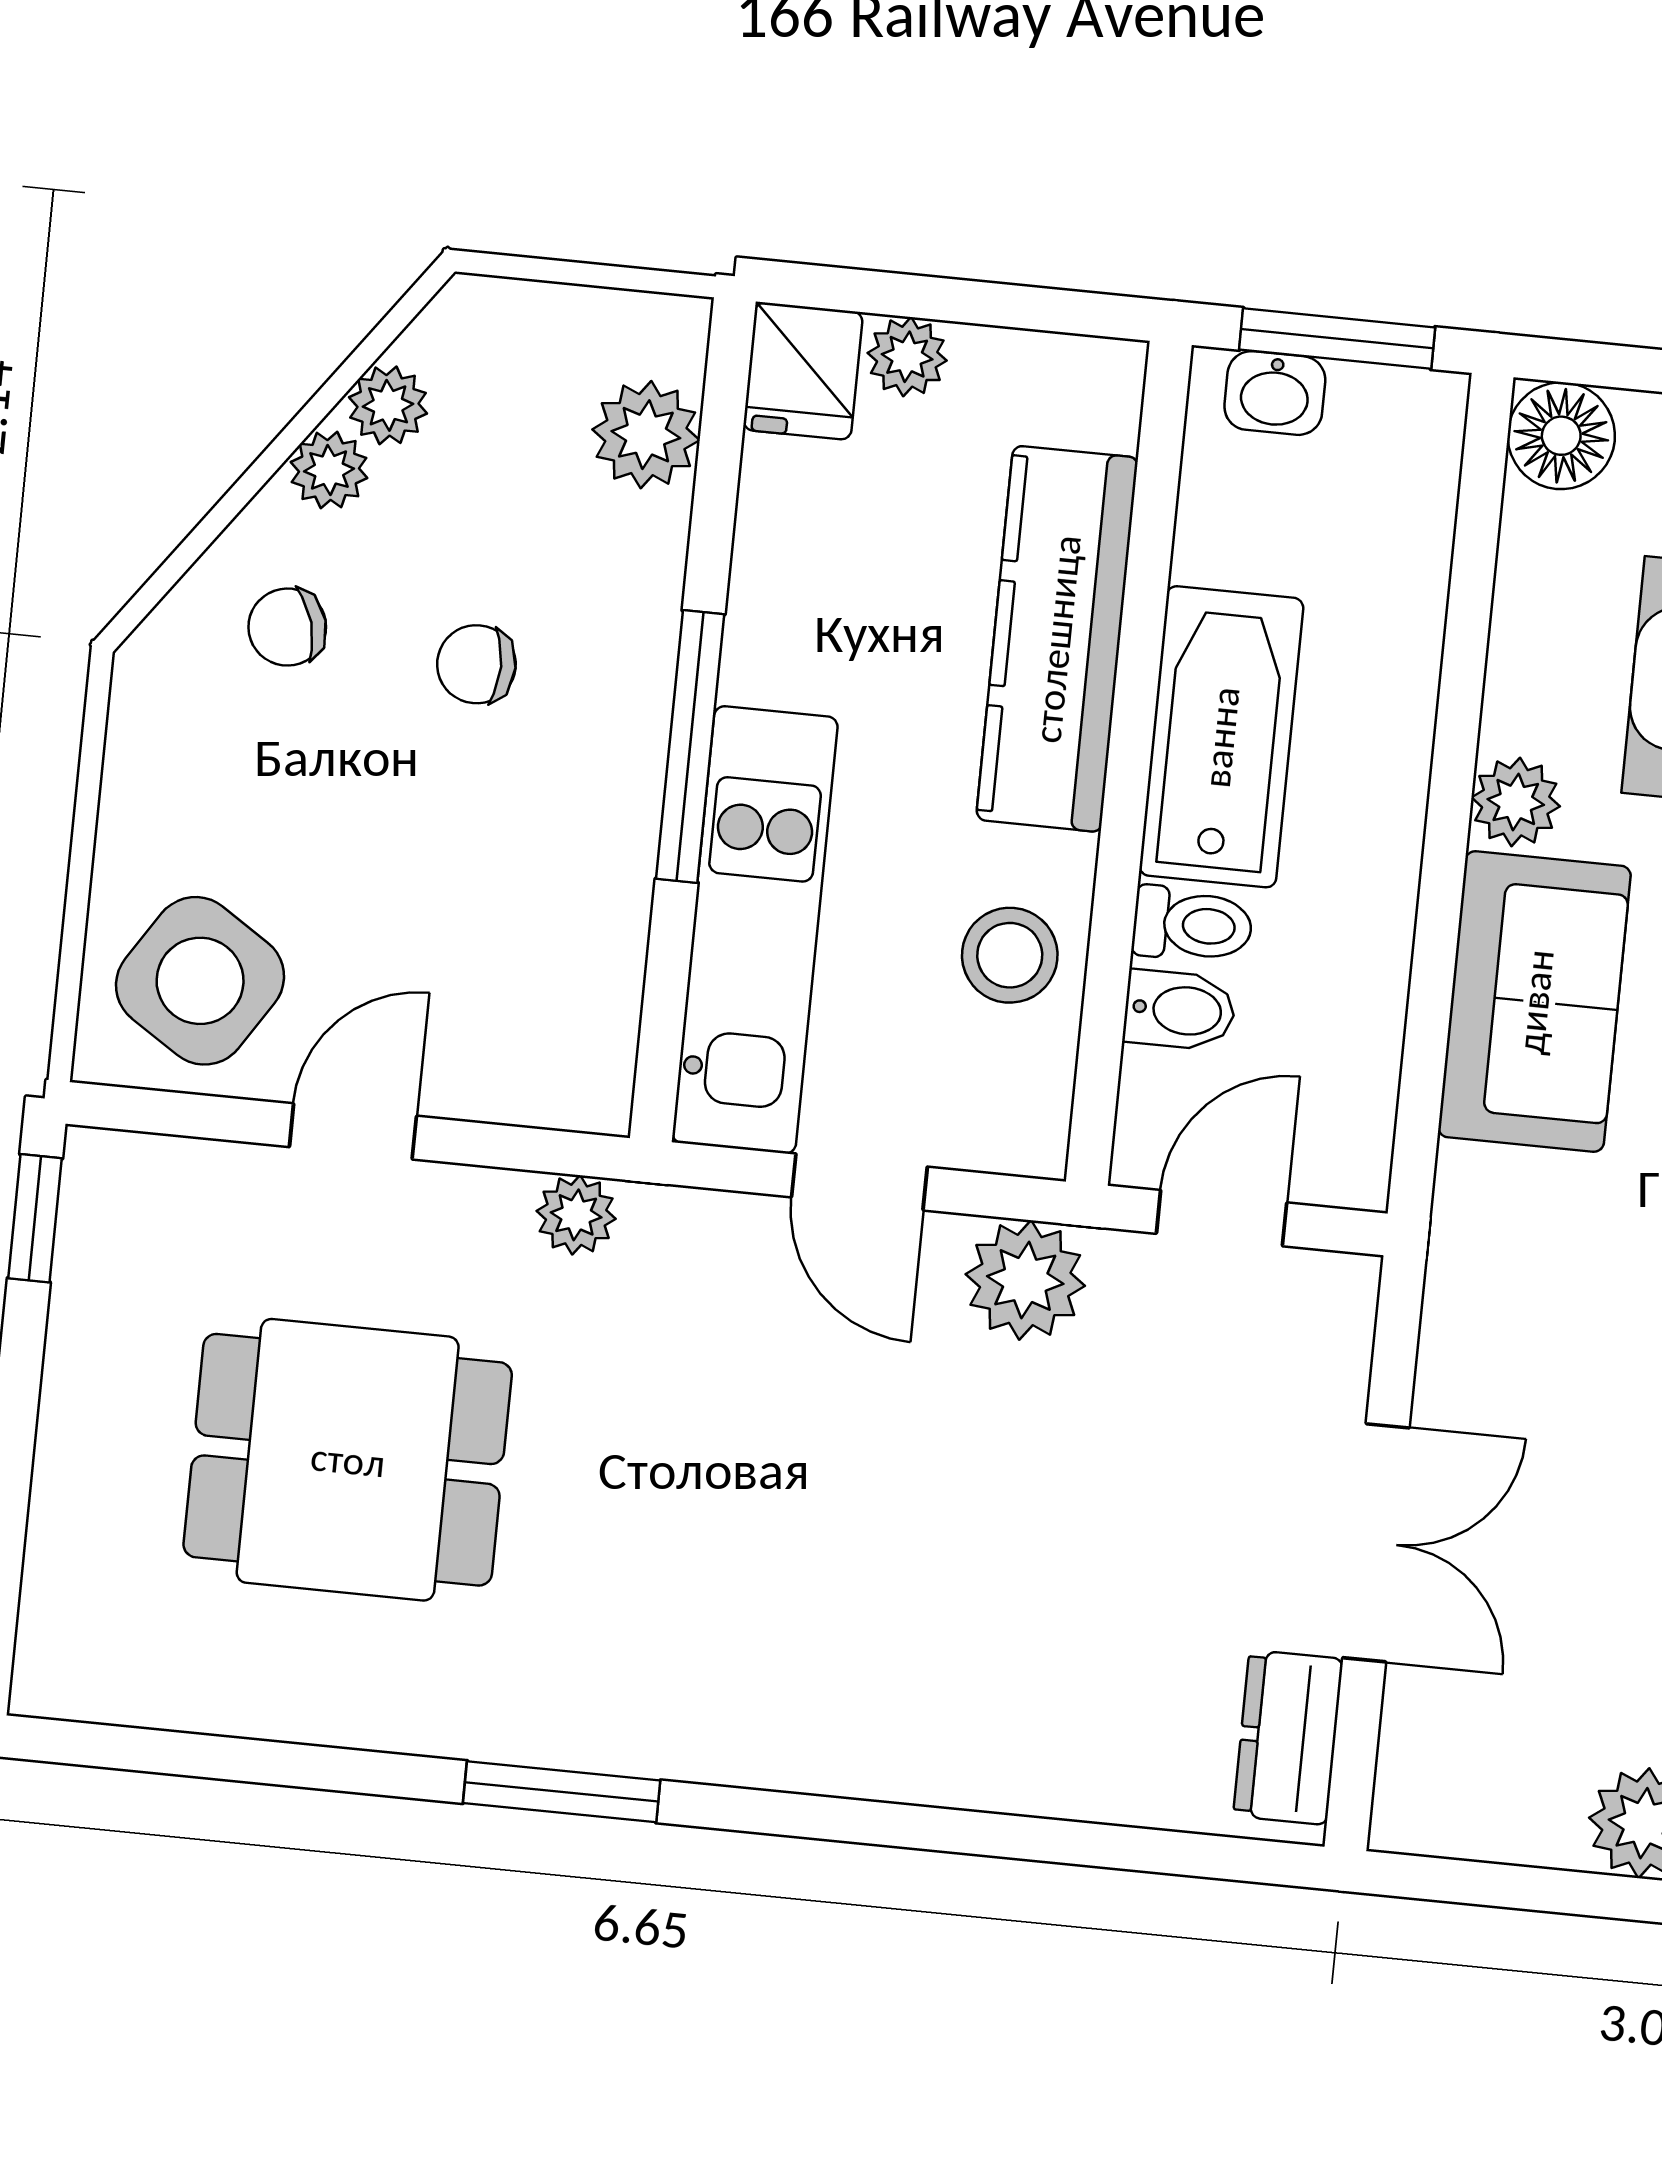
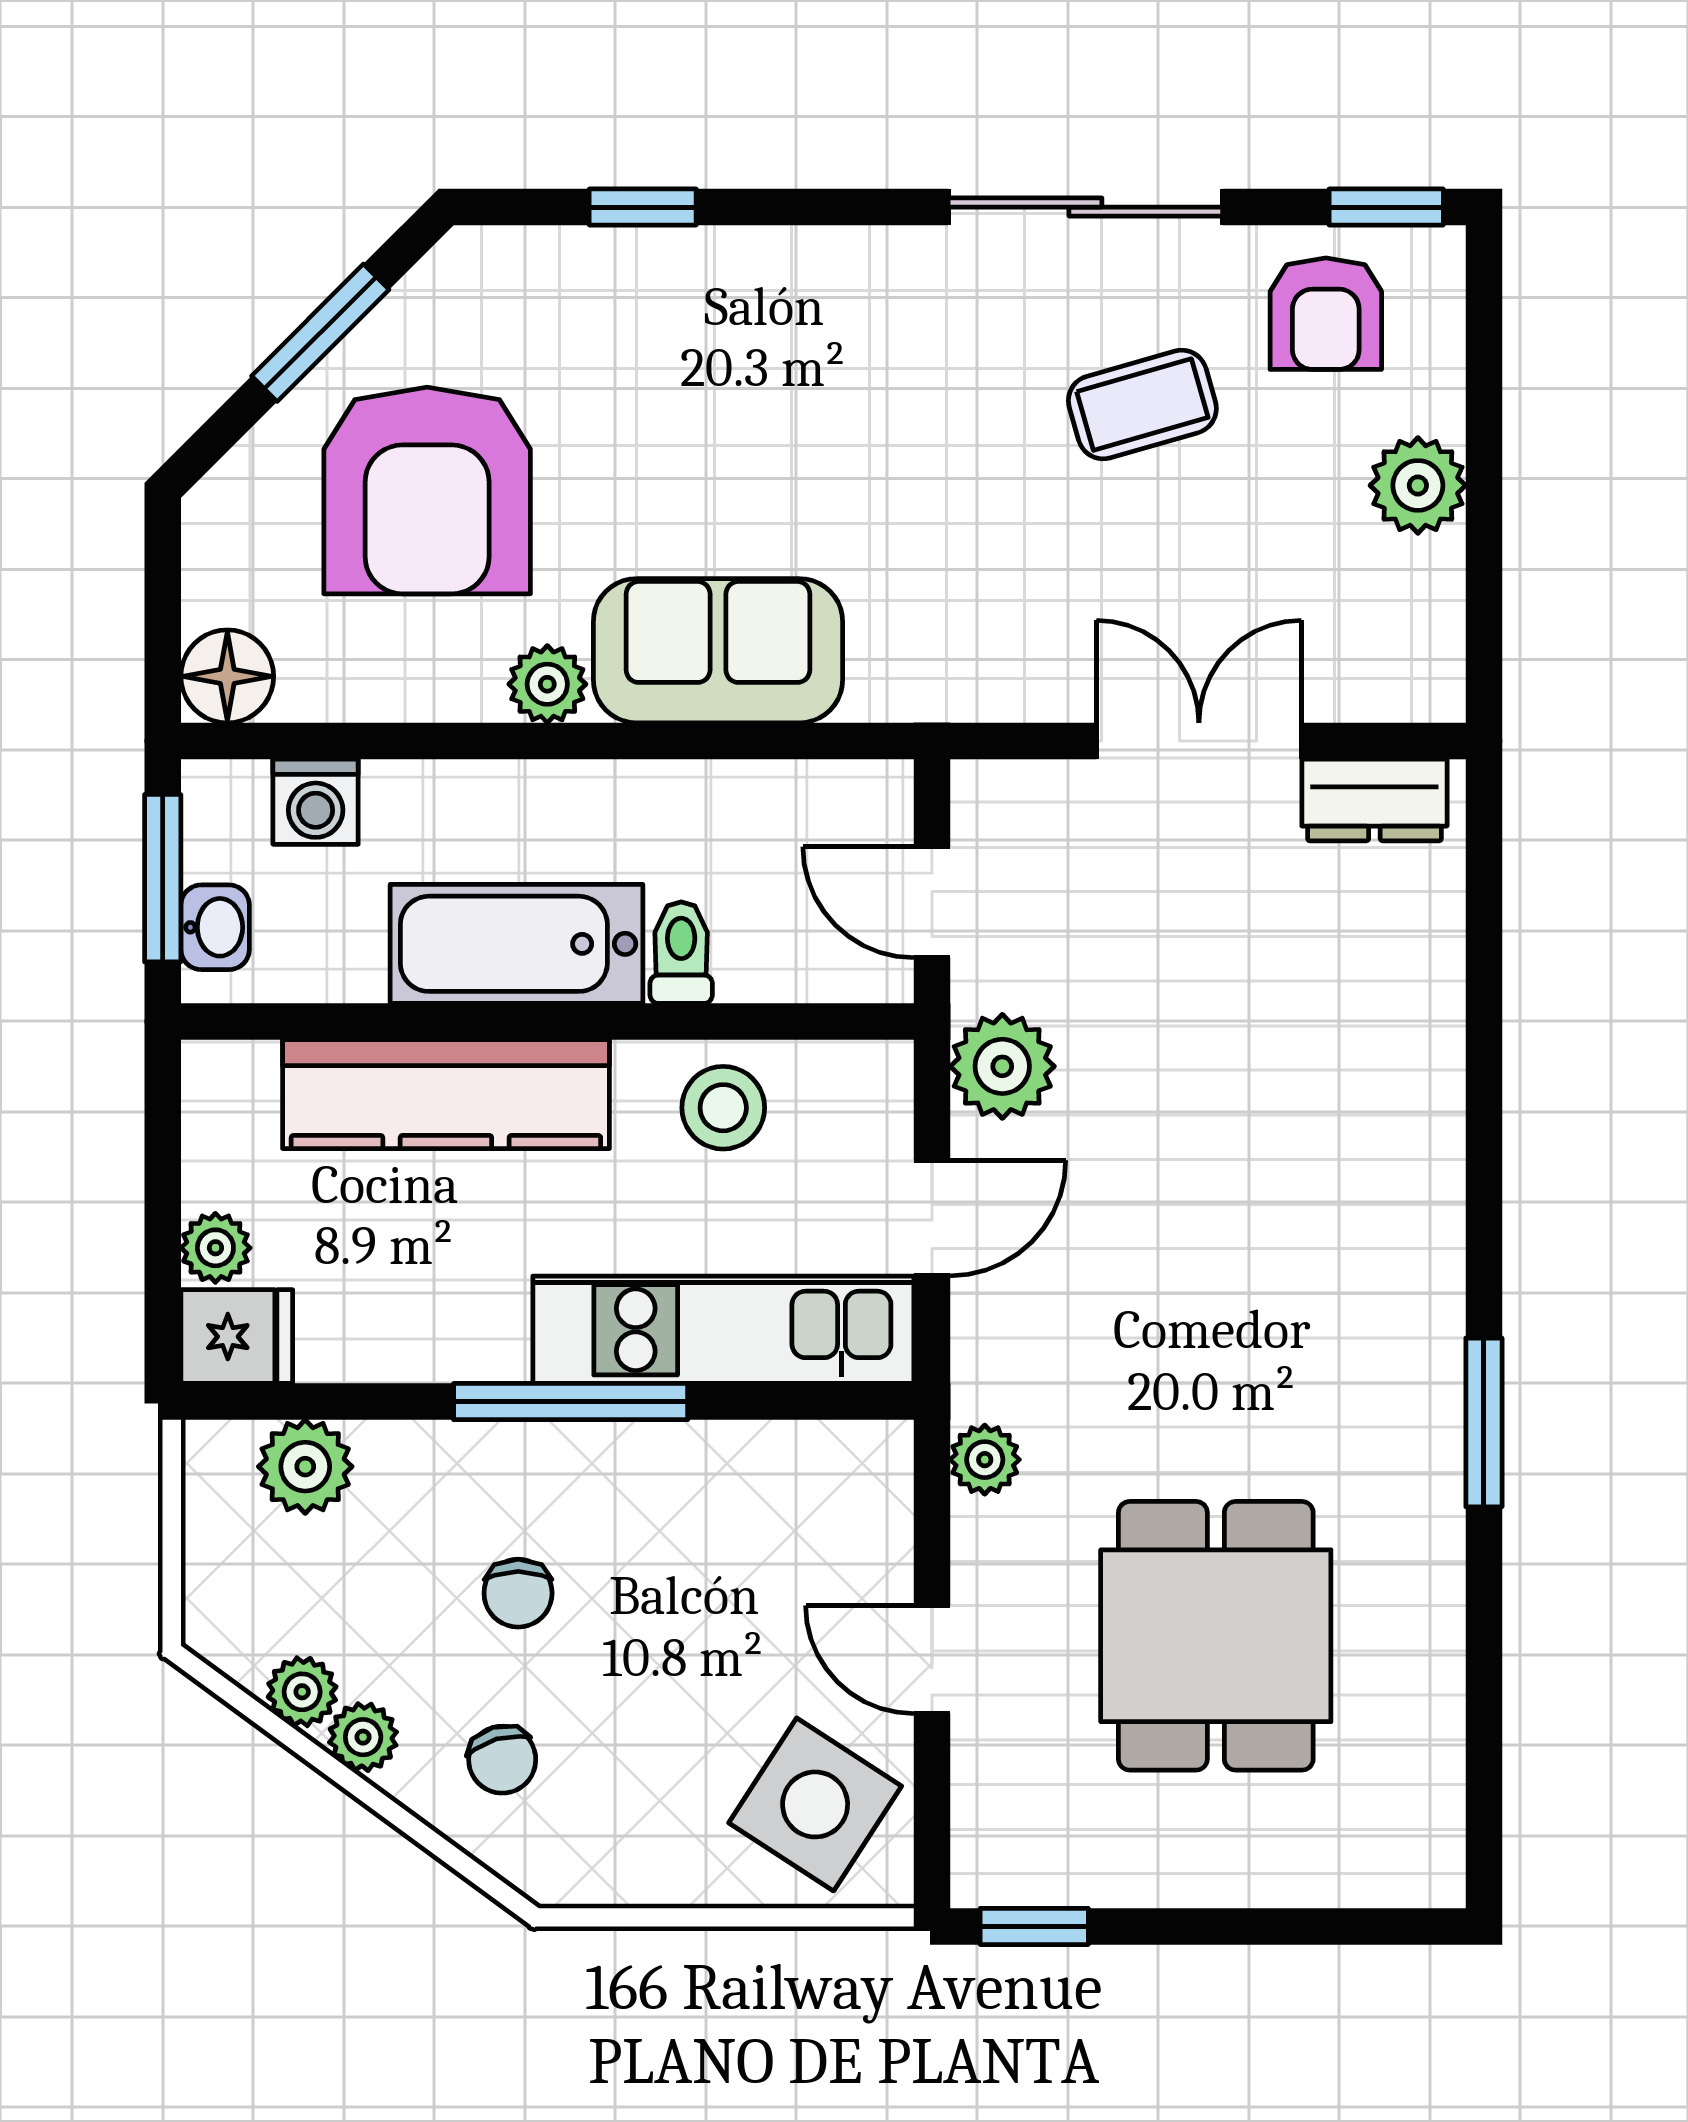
washing machine: (1407, 523) -> (316, 802), added
bidet: (1180, 1010) -> (756, 956), removed

